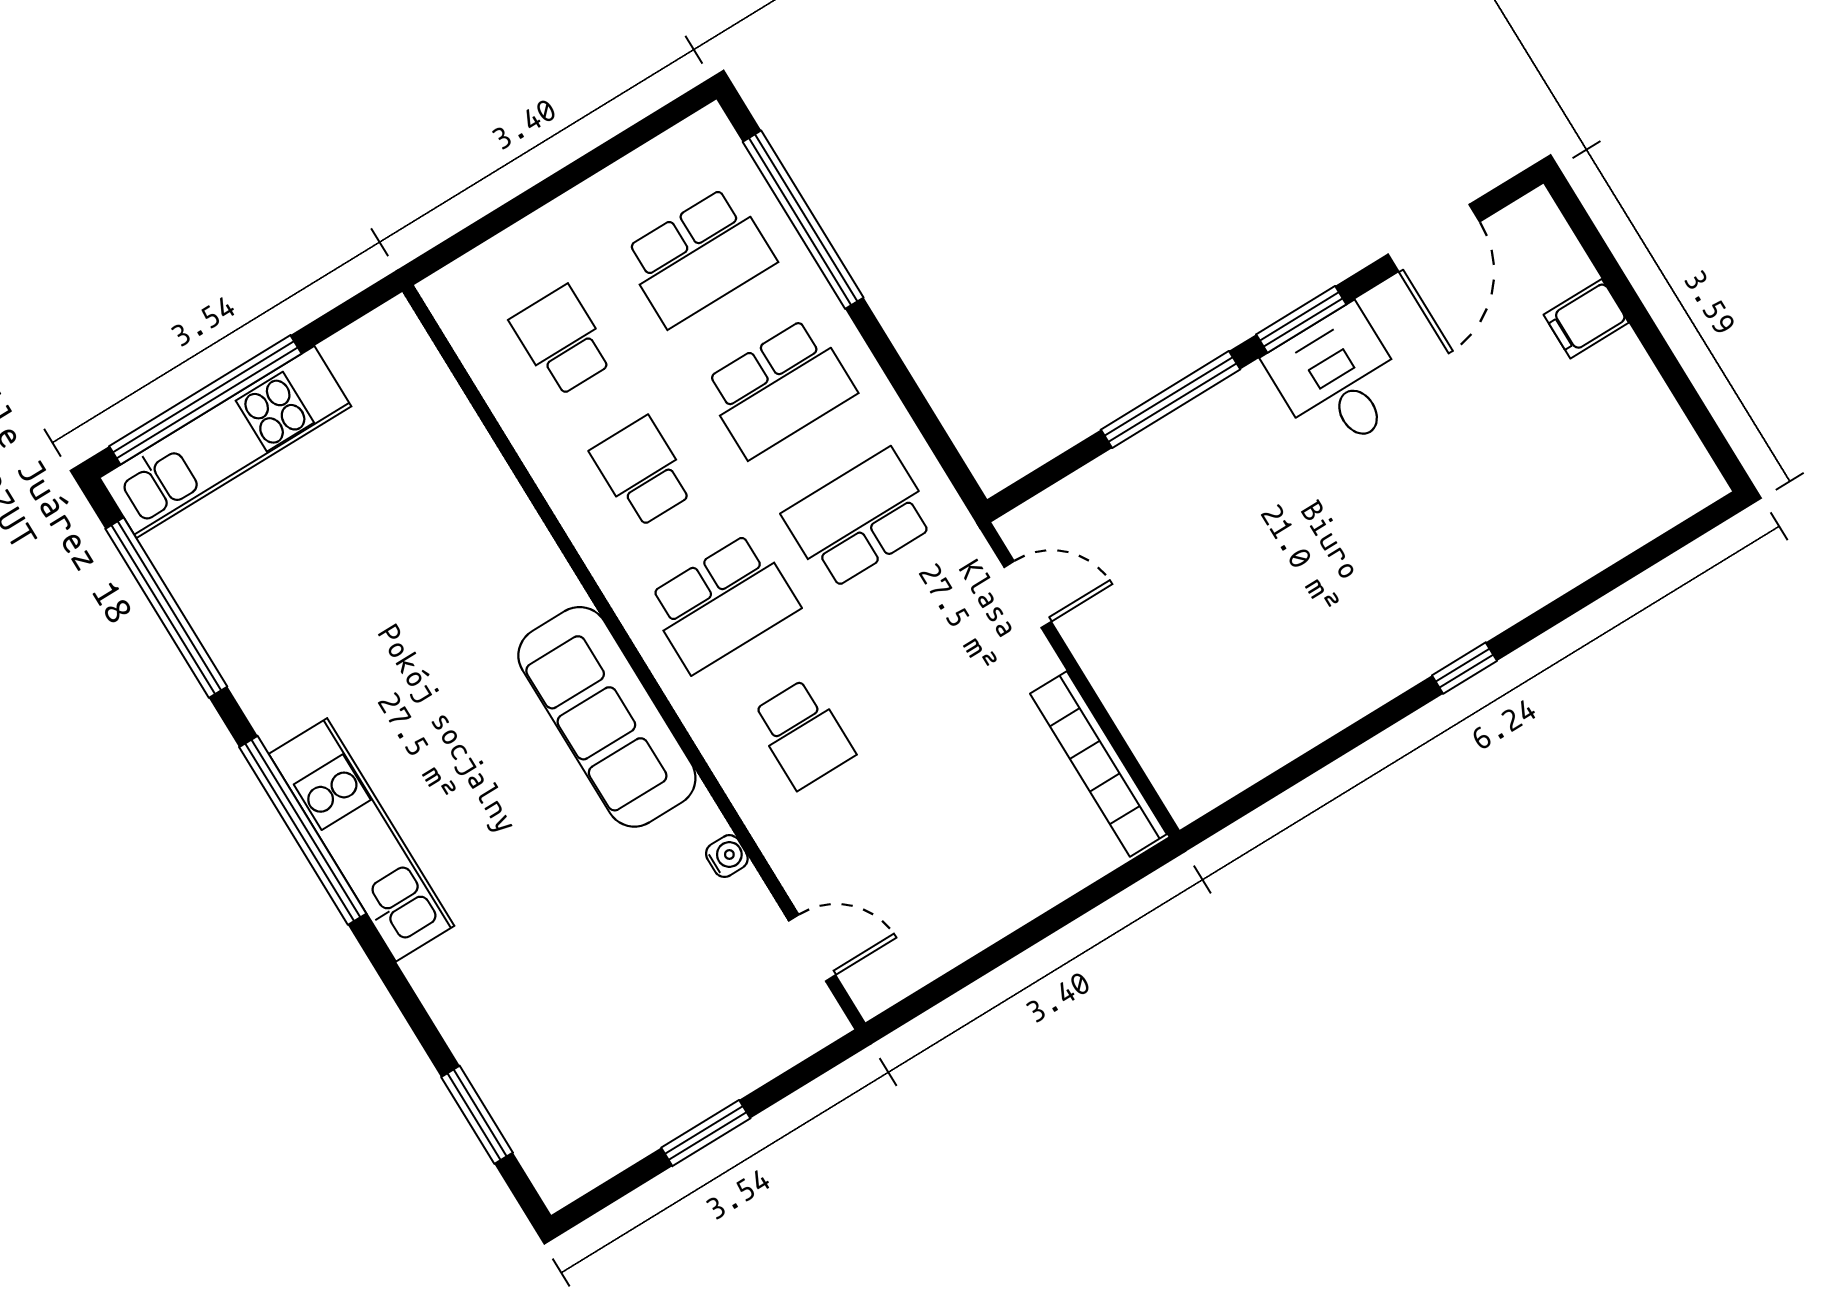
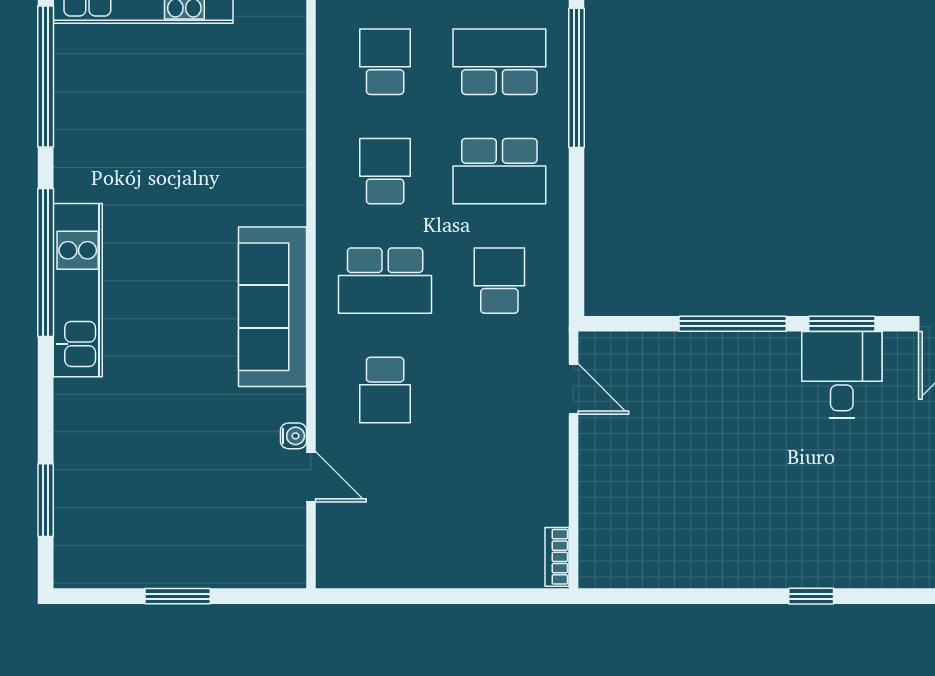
school desk: (699, 257) -> (499, 62), turned 180
school desk: (859, 519) -> (499, 281), width x0.54
bookcase: (1098, 764) -> (557, 557), width x0.43, depth x0.76
door: (812, 948) -> (311, 477), moved

